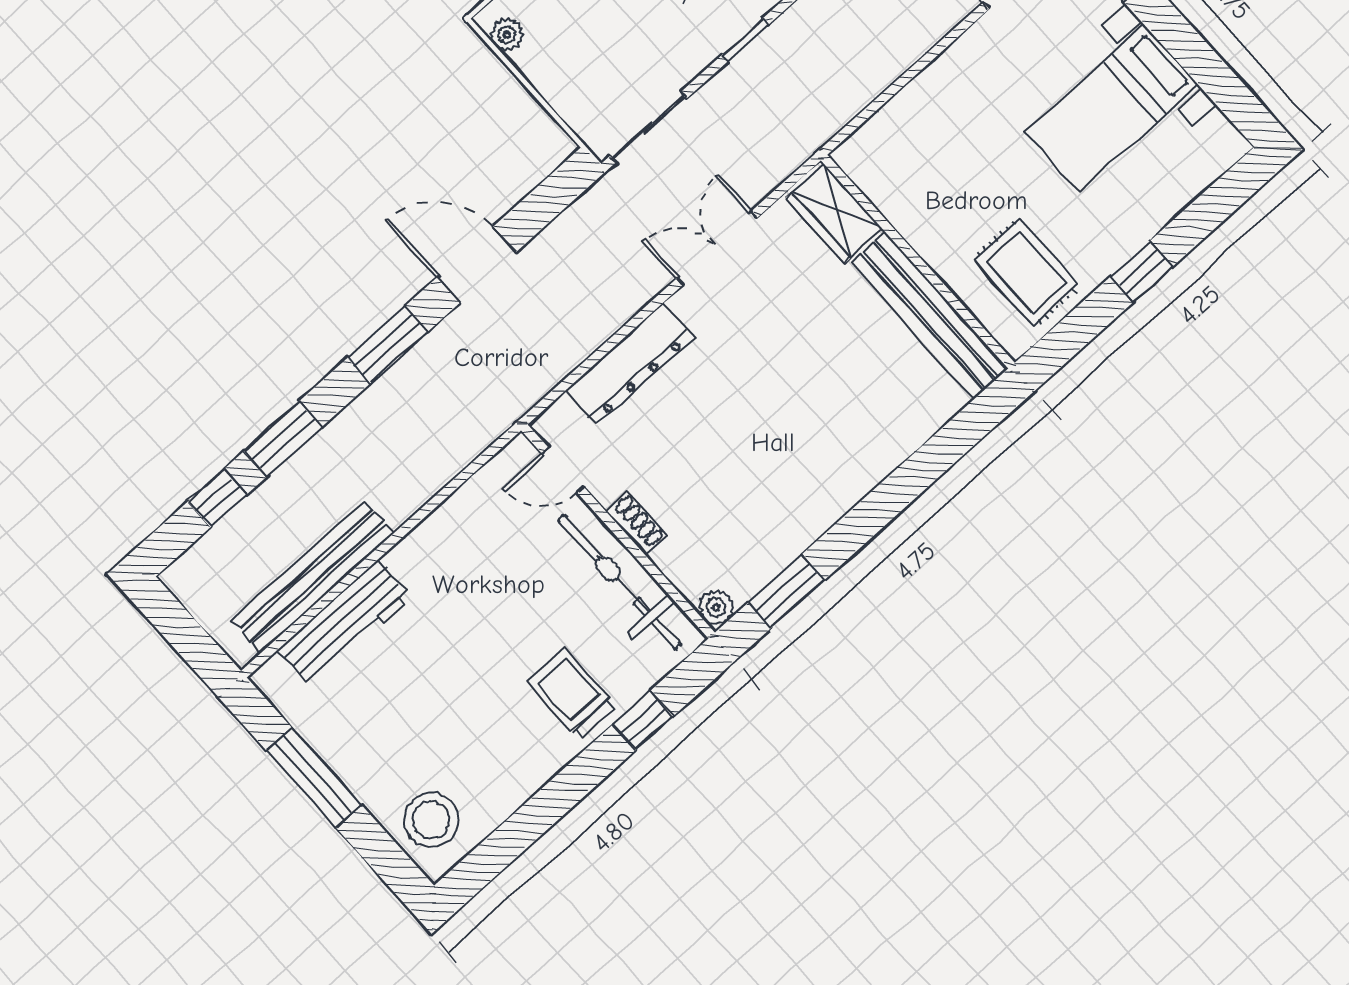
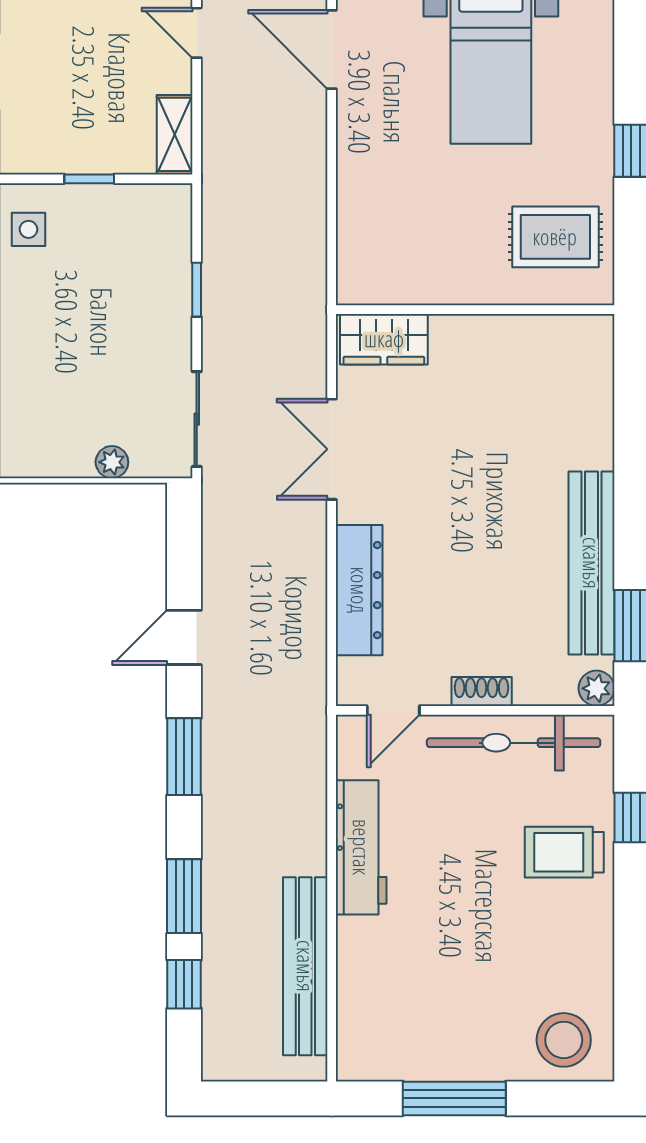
plant: (507, 35) -> (112, 462), moved
door: (476, 265) -> (184, 637), width x0.73
bench: (930, 315) -> (591, 563), moved, turned 90
workbench: (345, 623) -> (361, 847), moved

